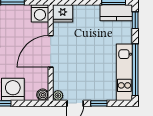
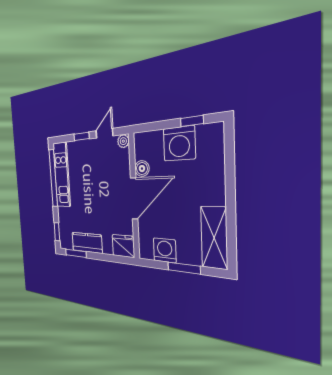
washing machine: (40, 13) -> (165, 250), moved
kitchen counter: (116, 13) -> (87, 243), moved
boiler: (43, 95) -> (142, 169), moved

